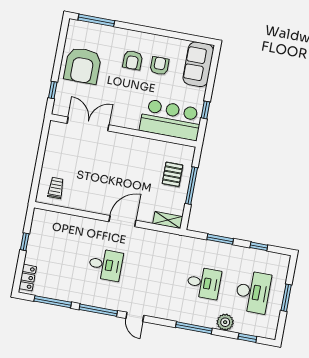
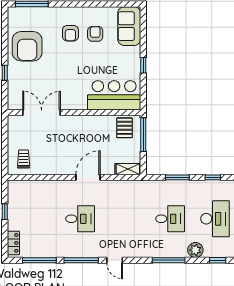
bar counter: (171, 120) -> (114, 95), moved
double door: (88, 124) -> (42, 113), moved
wall: (123, 131) -> (74, 113), moved

